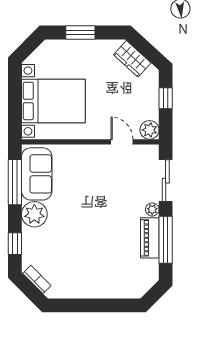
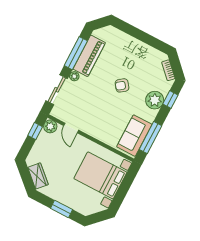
window: (166, 98) -> (35, 131), moved
plant: (34, 214) -> (155, 100), moved
armchair: (86, 229) -> (122, 85), added
piano: (150, 238) -> (89, 56), width x1.37, depth x1.33

